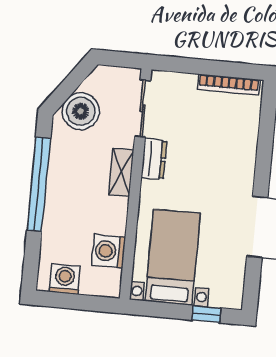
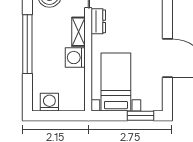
washing machine: (109, 251) -> (75, 58), moved
window: (206, 314) -> (140, 116), width x1.50

